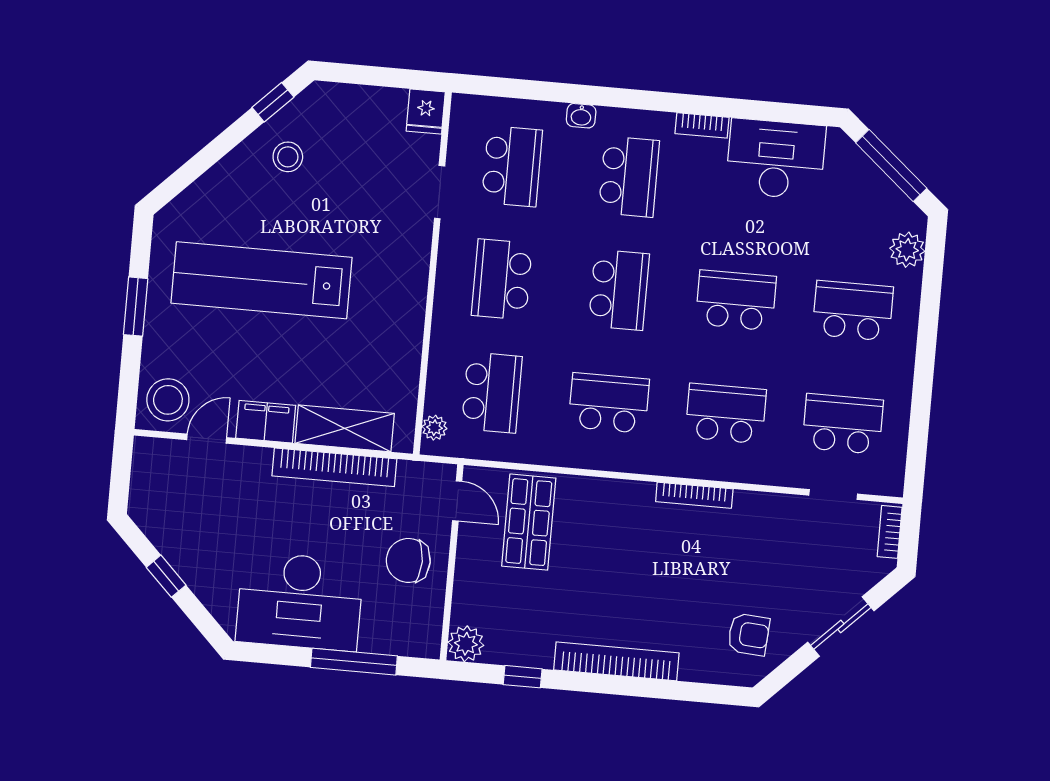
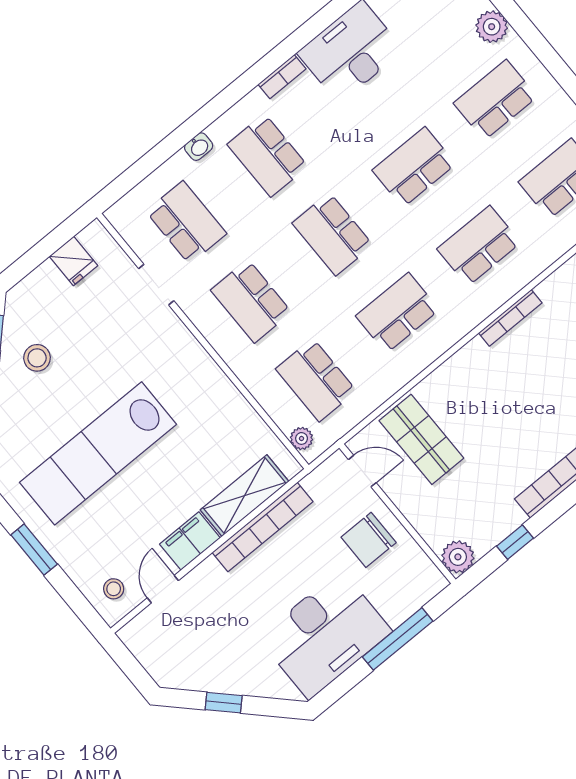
fridge: (426, 112) -> (73, 261), moved
school desk: (629, 177) -> (268, 155), turned 180
school desk: (619, 290) -> (333, 234), turned 180
school desk: (492, 393) -> (316, 380), turned 180
stool: (168, 400) -> (114, 589), width x0.53, depth x0.53

